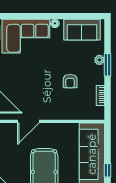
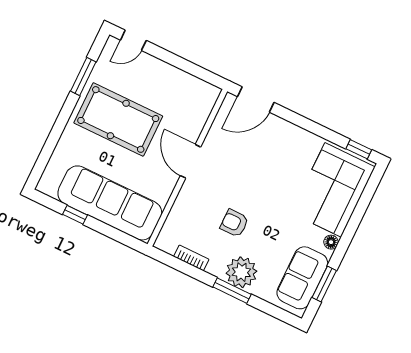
window: (80, 16) -> (324, 284), added
plant: (99, 60) -> (241, 272), width x1.87, depth x1.87
door: (28, 121) -> (190, 161), moved

